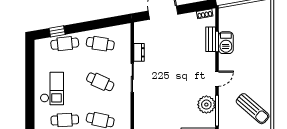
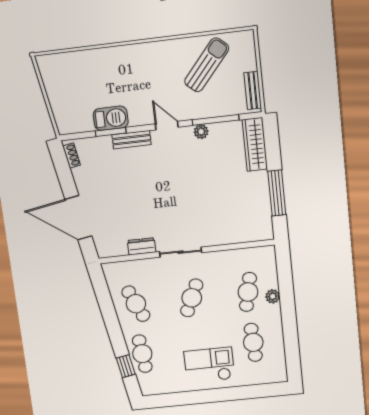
bench: (211, 39) -> (132, 140), moved
cafe table: (100, 44) -> (136, 304), turned -33
plant: (206, 105) -> (201, 132), width x0.53, depth x0.53

